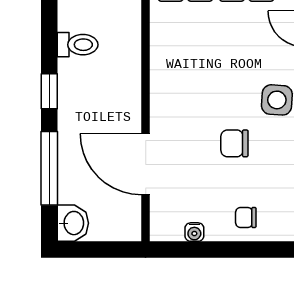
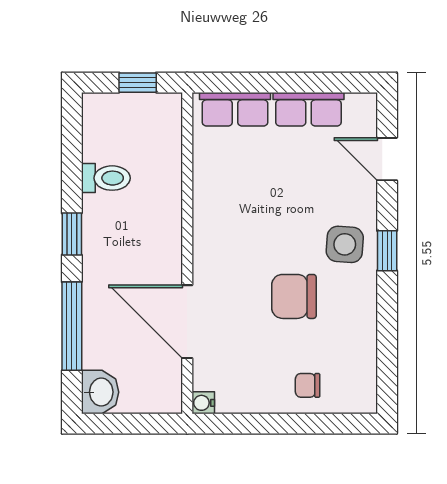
chair: (234, 143) -> (294, 296), width x1.37, depth x1.37
water cooler: (194, 232) -> (203, 403), moved, turned 90

